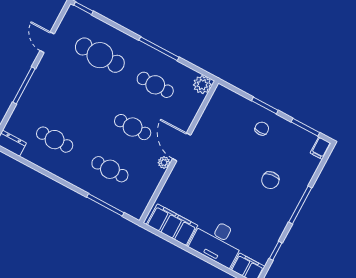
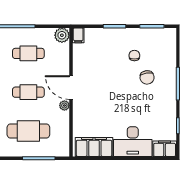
chair: (262, 129) -> (134, 56), moved
filing cabinet: (321, 148) -> (78, 35), moved
cafe table: (110, 169) -> (28, 131), width x1.37, depth x1.35

